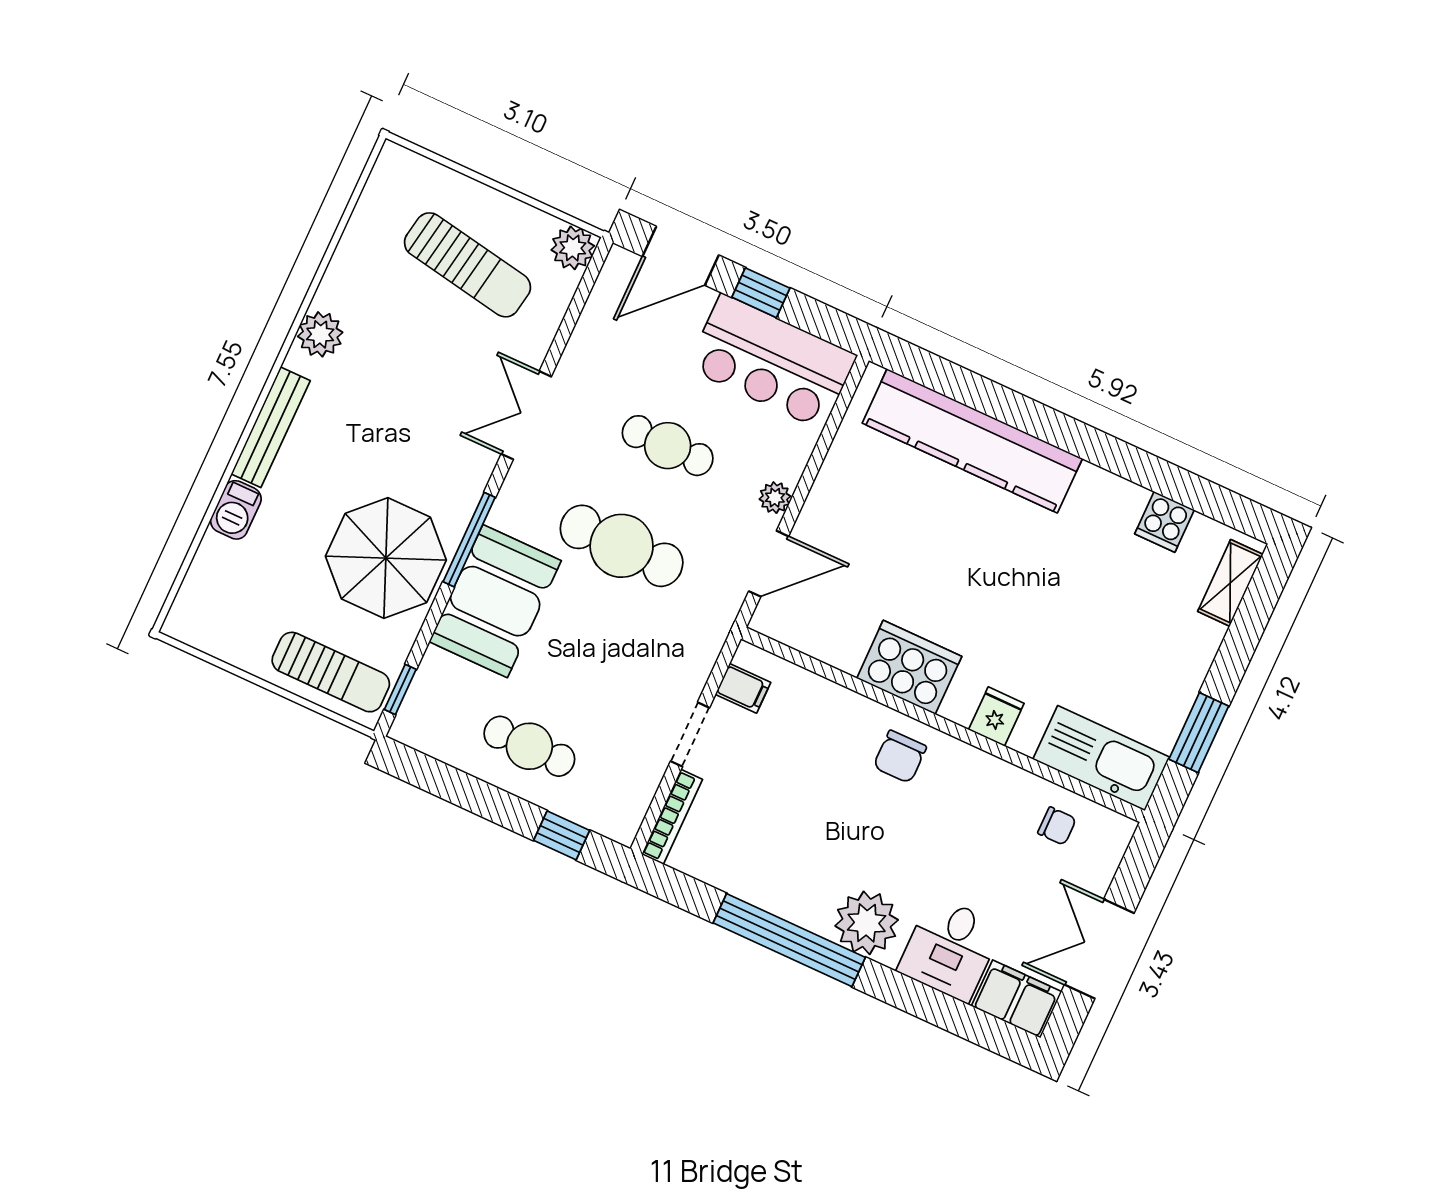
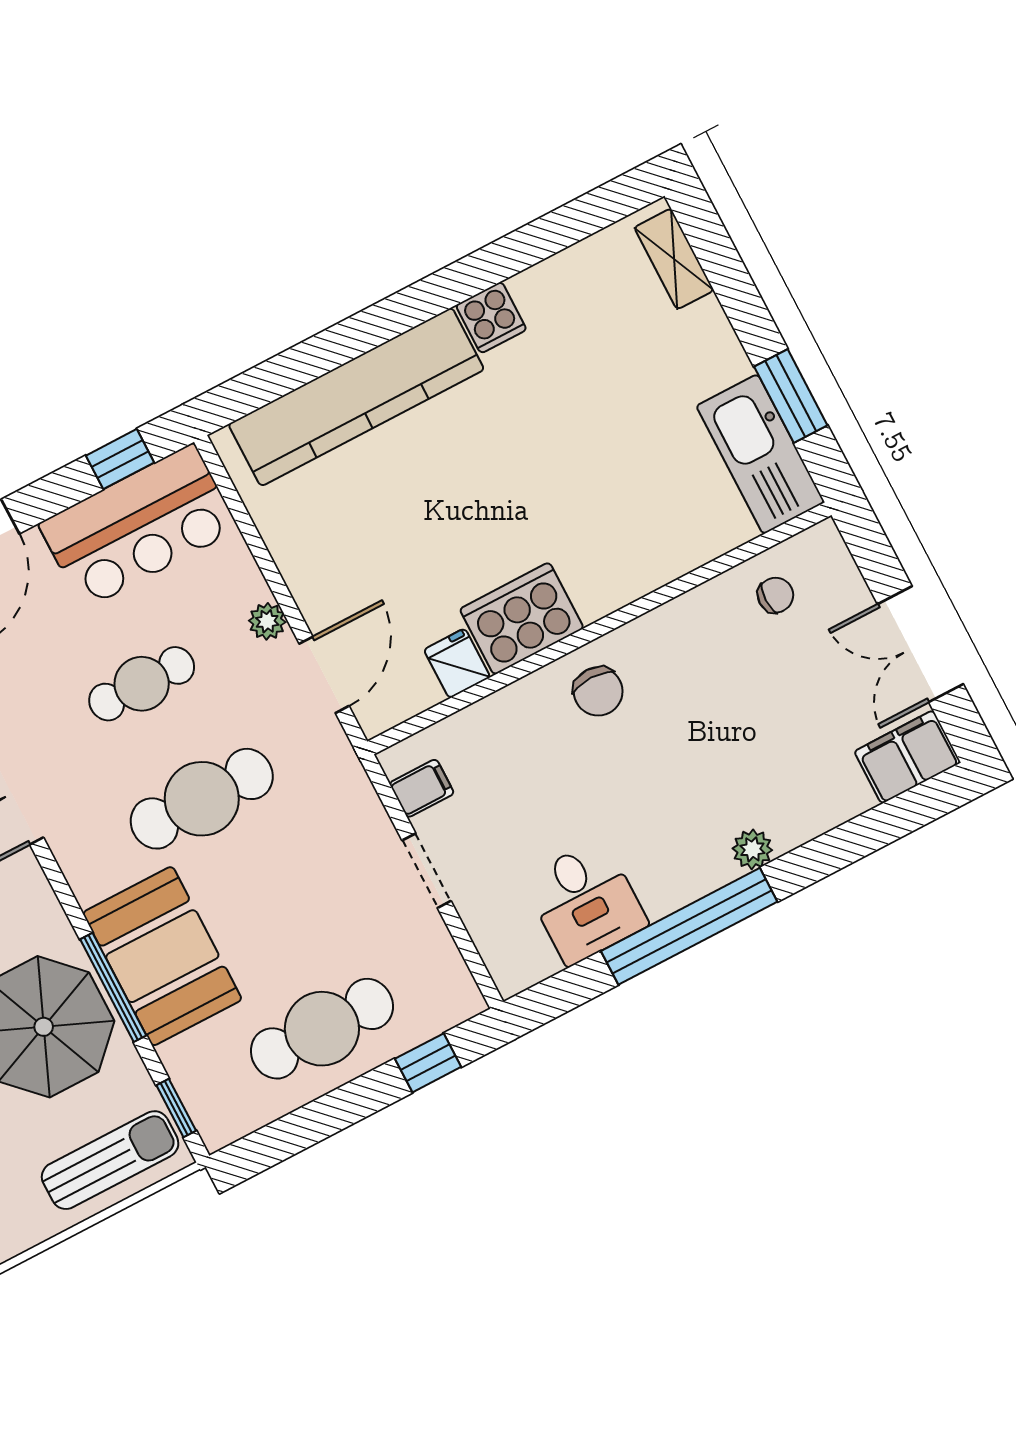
window: (761, 293) -> (120, 459), moved
cooker: (1164, 522) -> (491, 318), moved
window: (469, 540) -> (113, 987), moved
fridge: (996, 717) -> (457, 663), moved
cafe table: (529, 746) -> (322, 1029), width x1.37, depth x1.35
kitchen sink: (1101, 758) -> (760, 454), moved, turned -90
bookcase: (672, 817) -> (490, 947), removed
plant: (867, 923) -> (752, 849), width x0.53, depth x0.53
desk: (950, 949) -> (585, 902), moved

